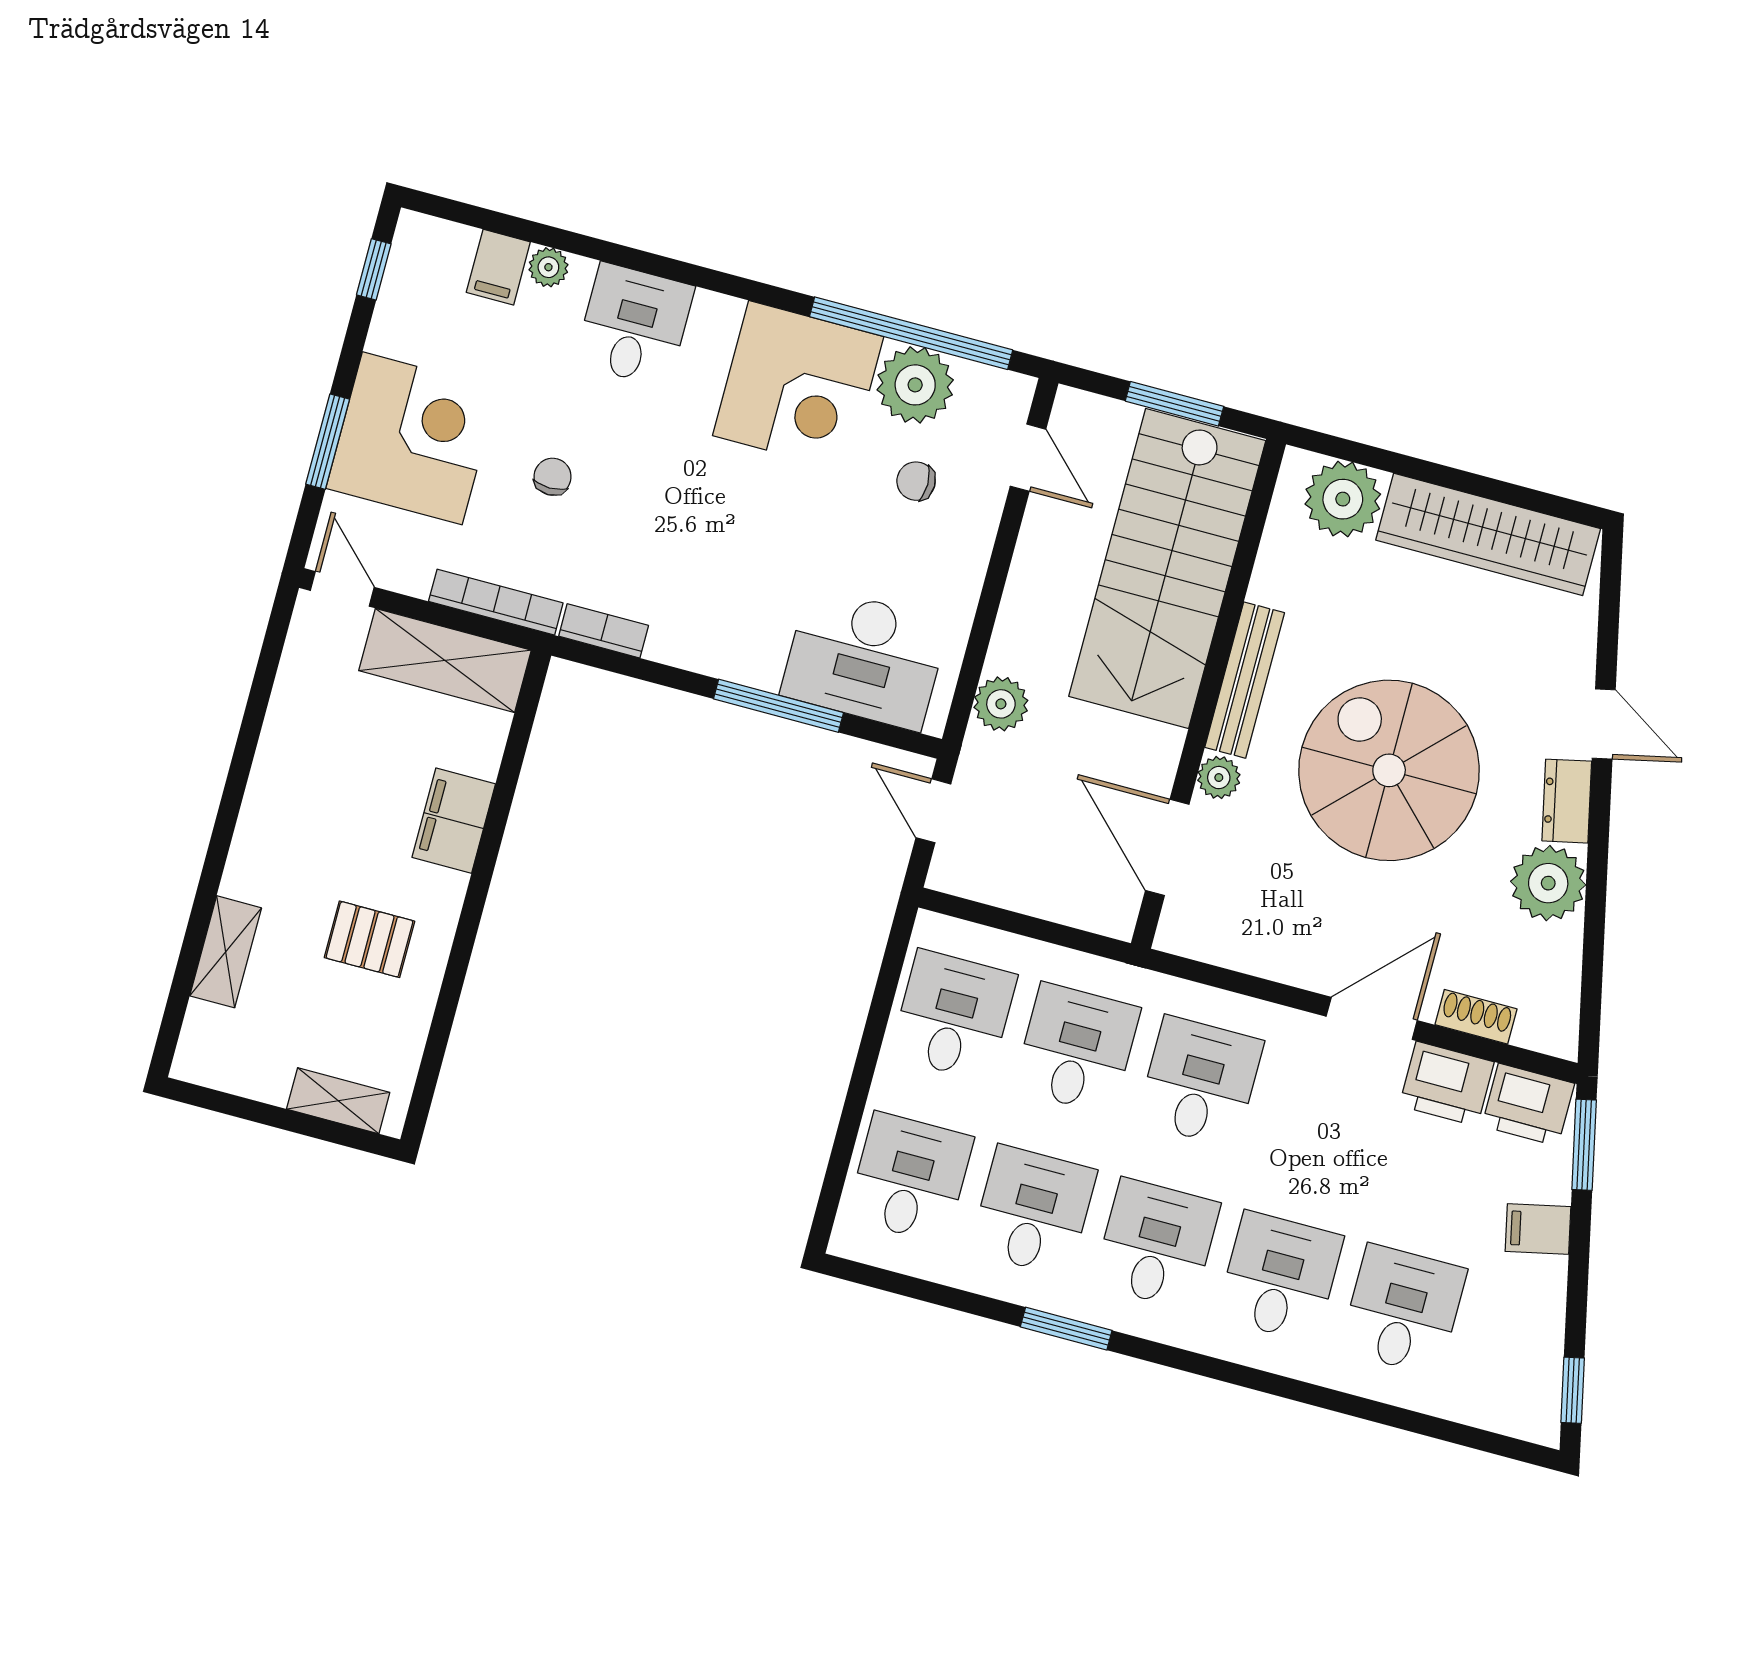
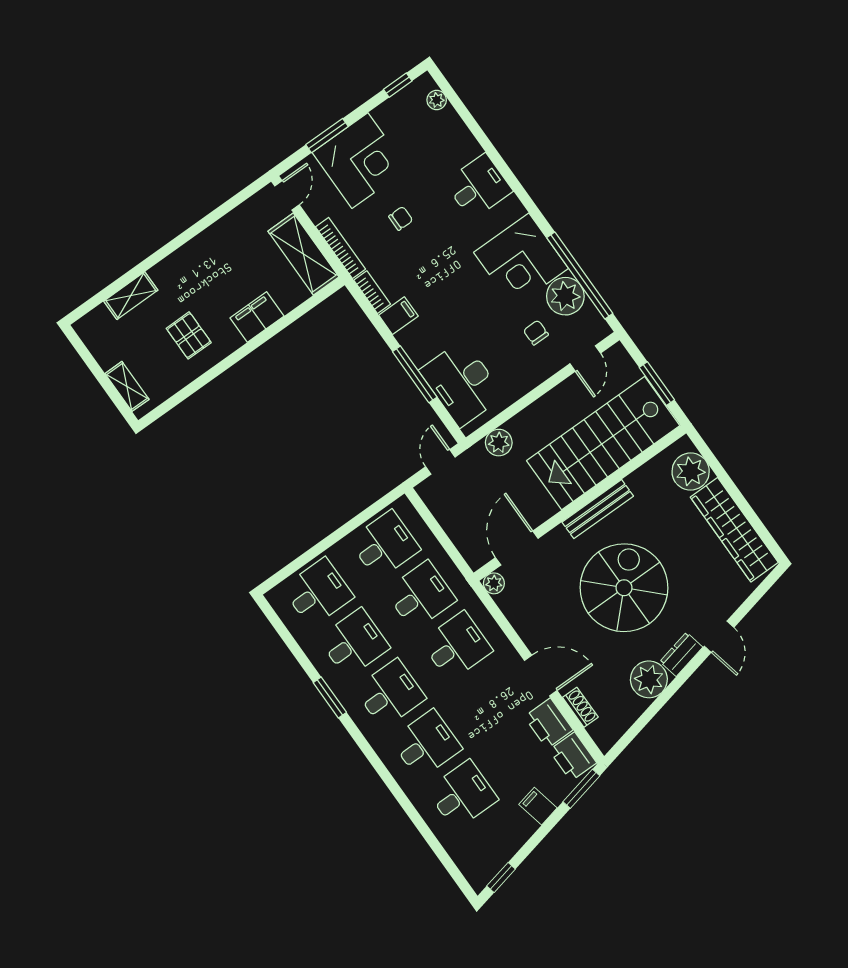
filing cabinet: (498, 267) -> (398, 316), moved, turned 180
plant: (548, 267) -> (437, 100), moved
plant: (1219, 778) -> (494, 583), moved

